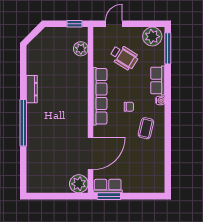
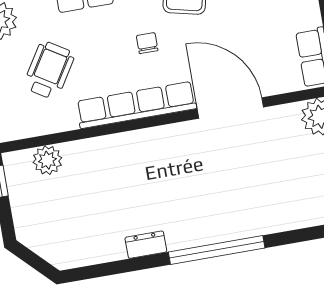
dresser: (32, 89) -> (146, 245), width x0.70
door: (91, 153) -> (230, 108), moved

